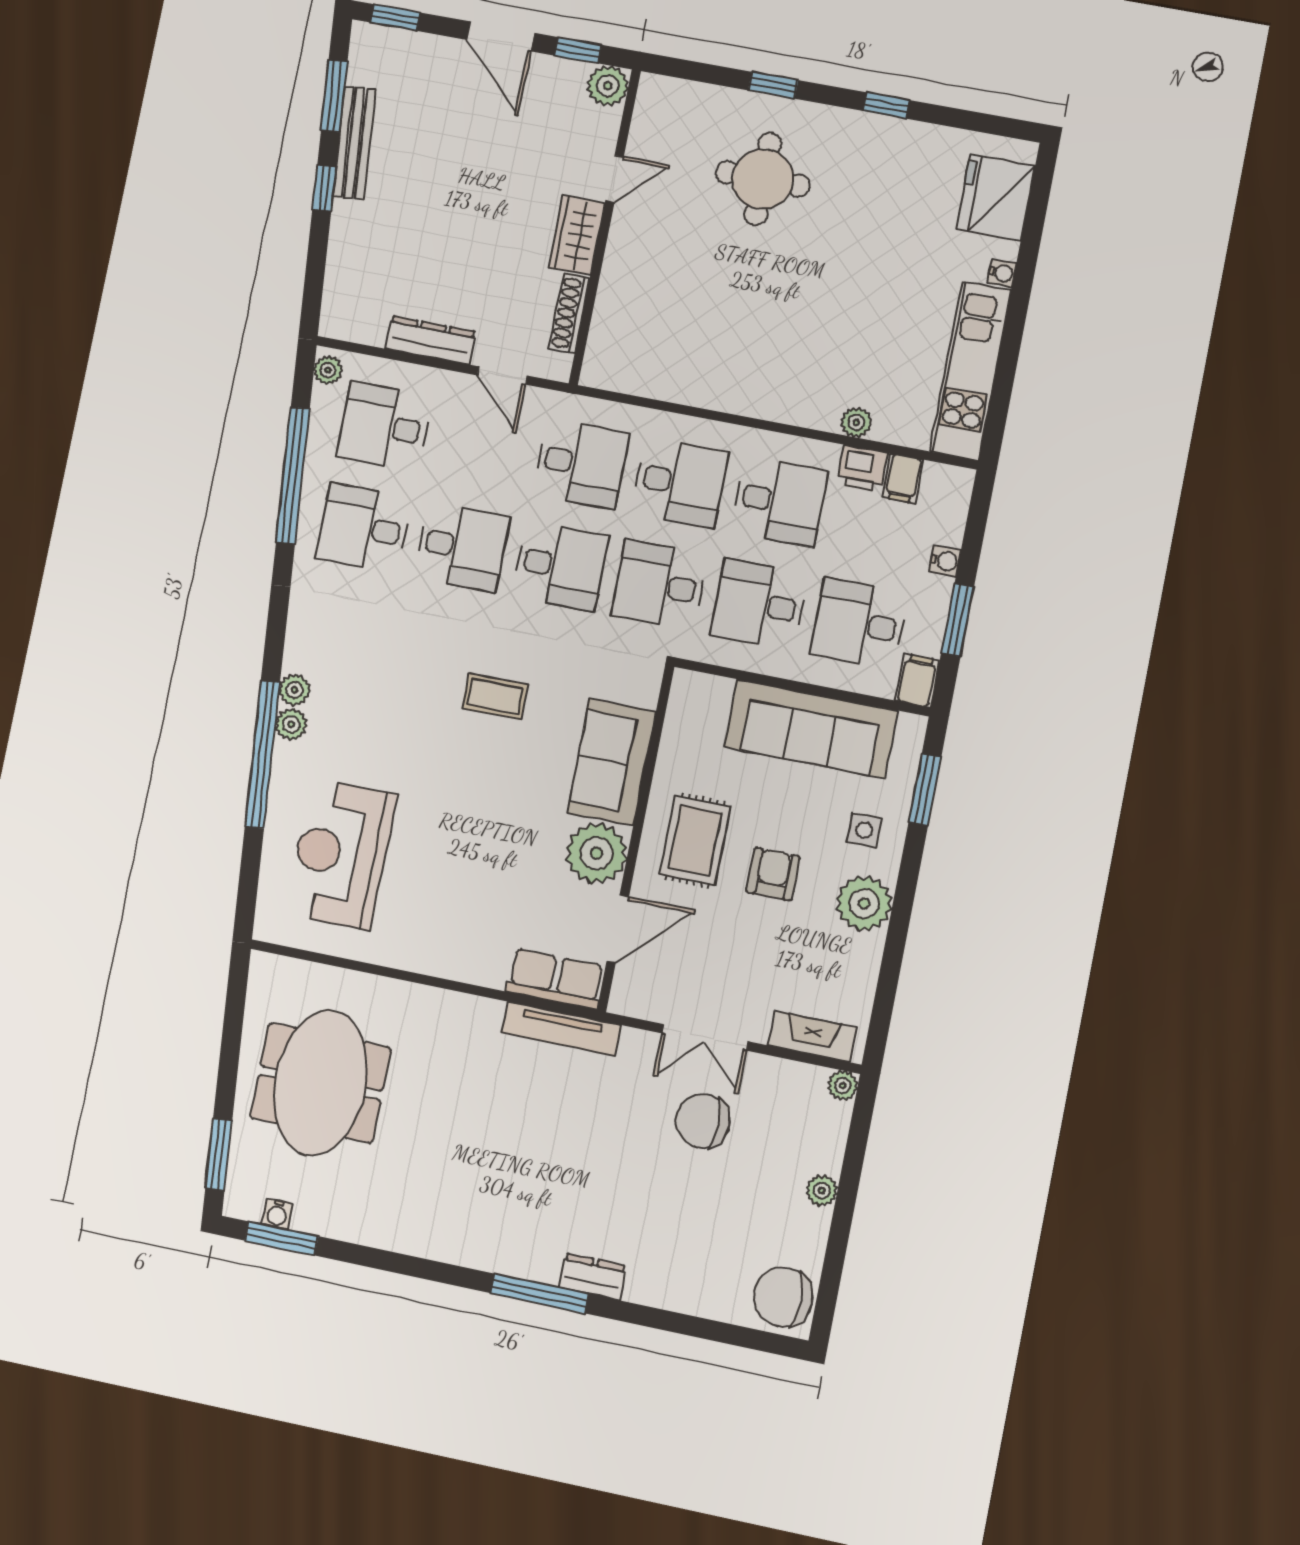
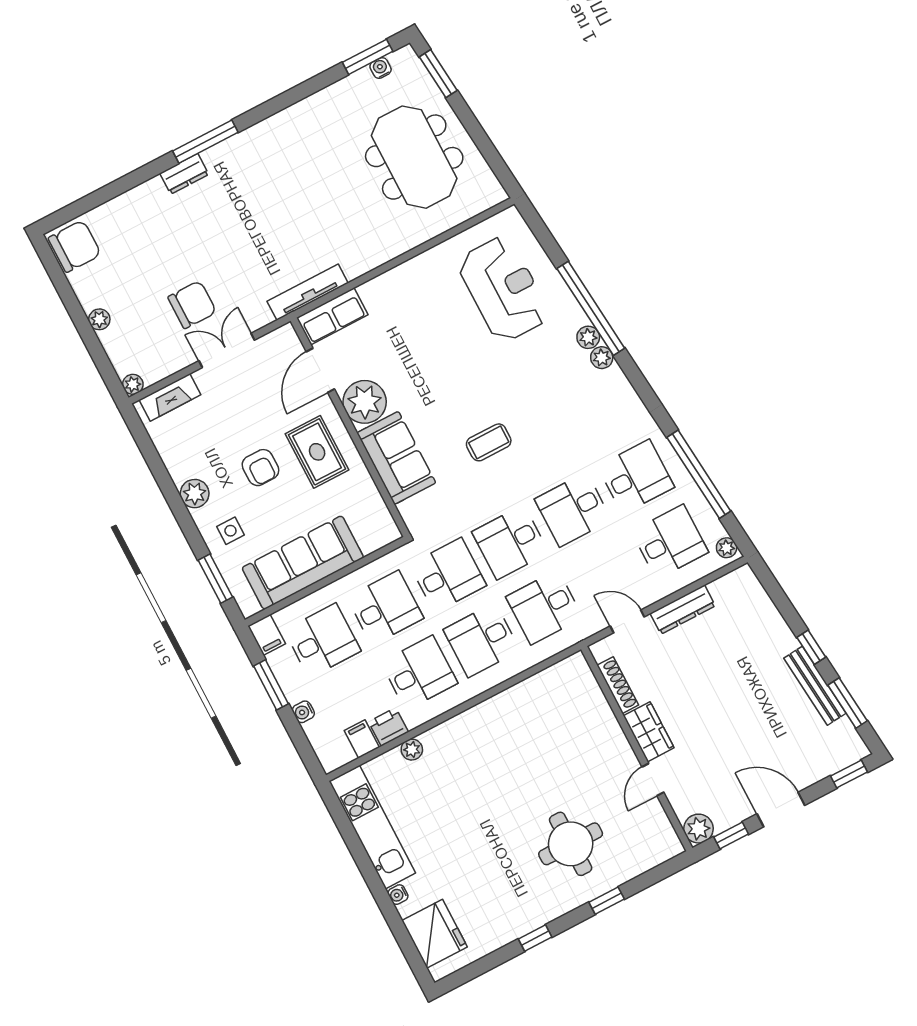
desk: (779, 501) -> (419, 673), turned 180
plant: (864, 903) -> (195, 494), width x0.73, depth x0.73

